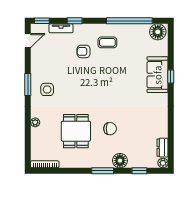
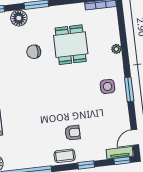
tv unit: (61, 28) -> (120, 153), moved
coffee table: (107, 42) -> (65, 156), moved

